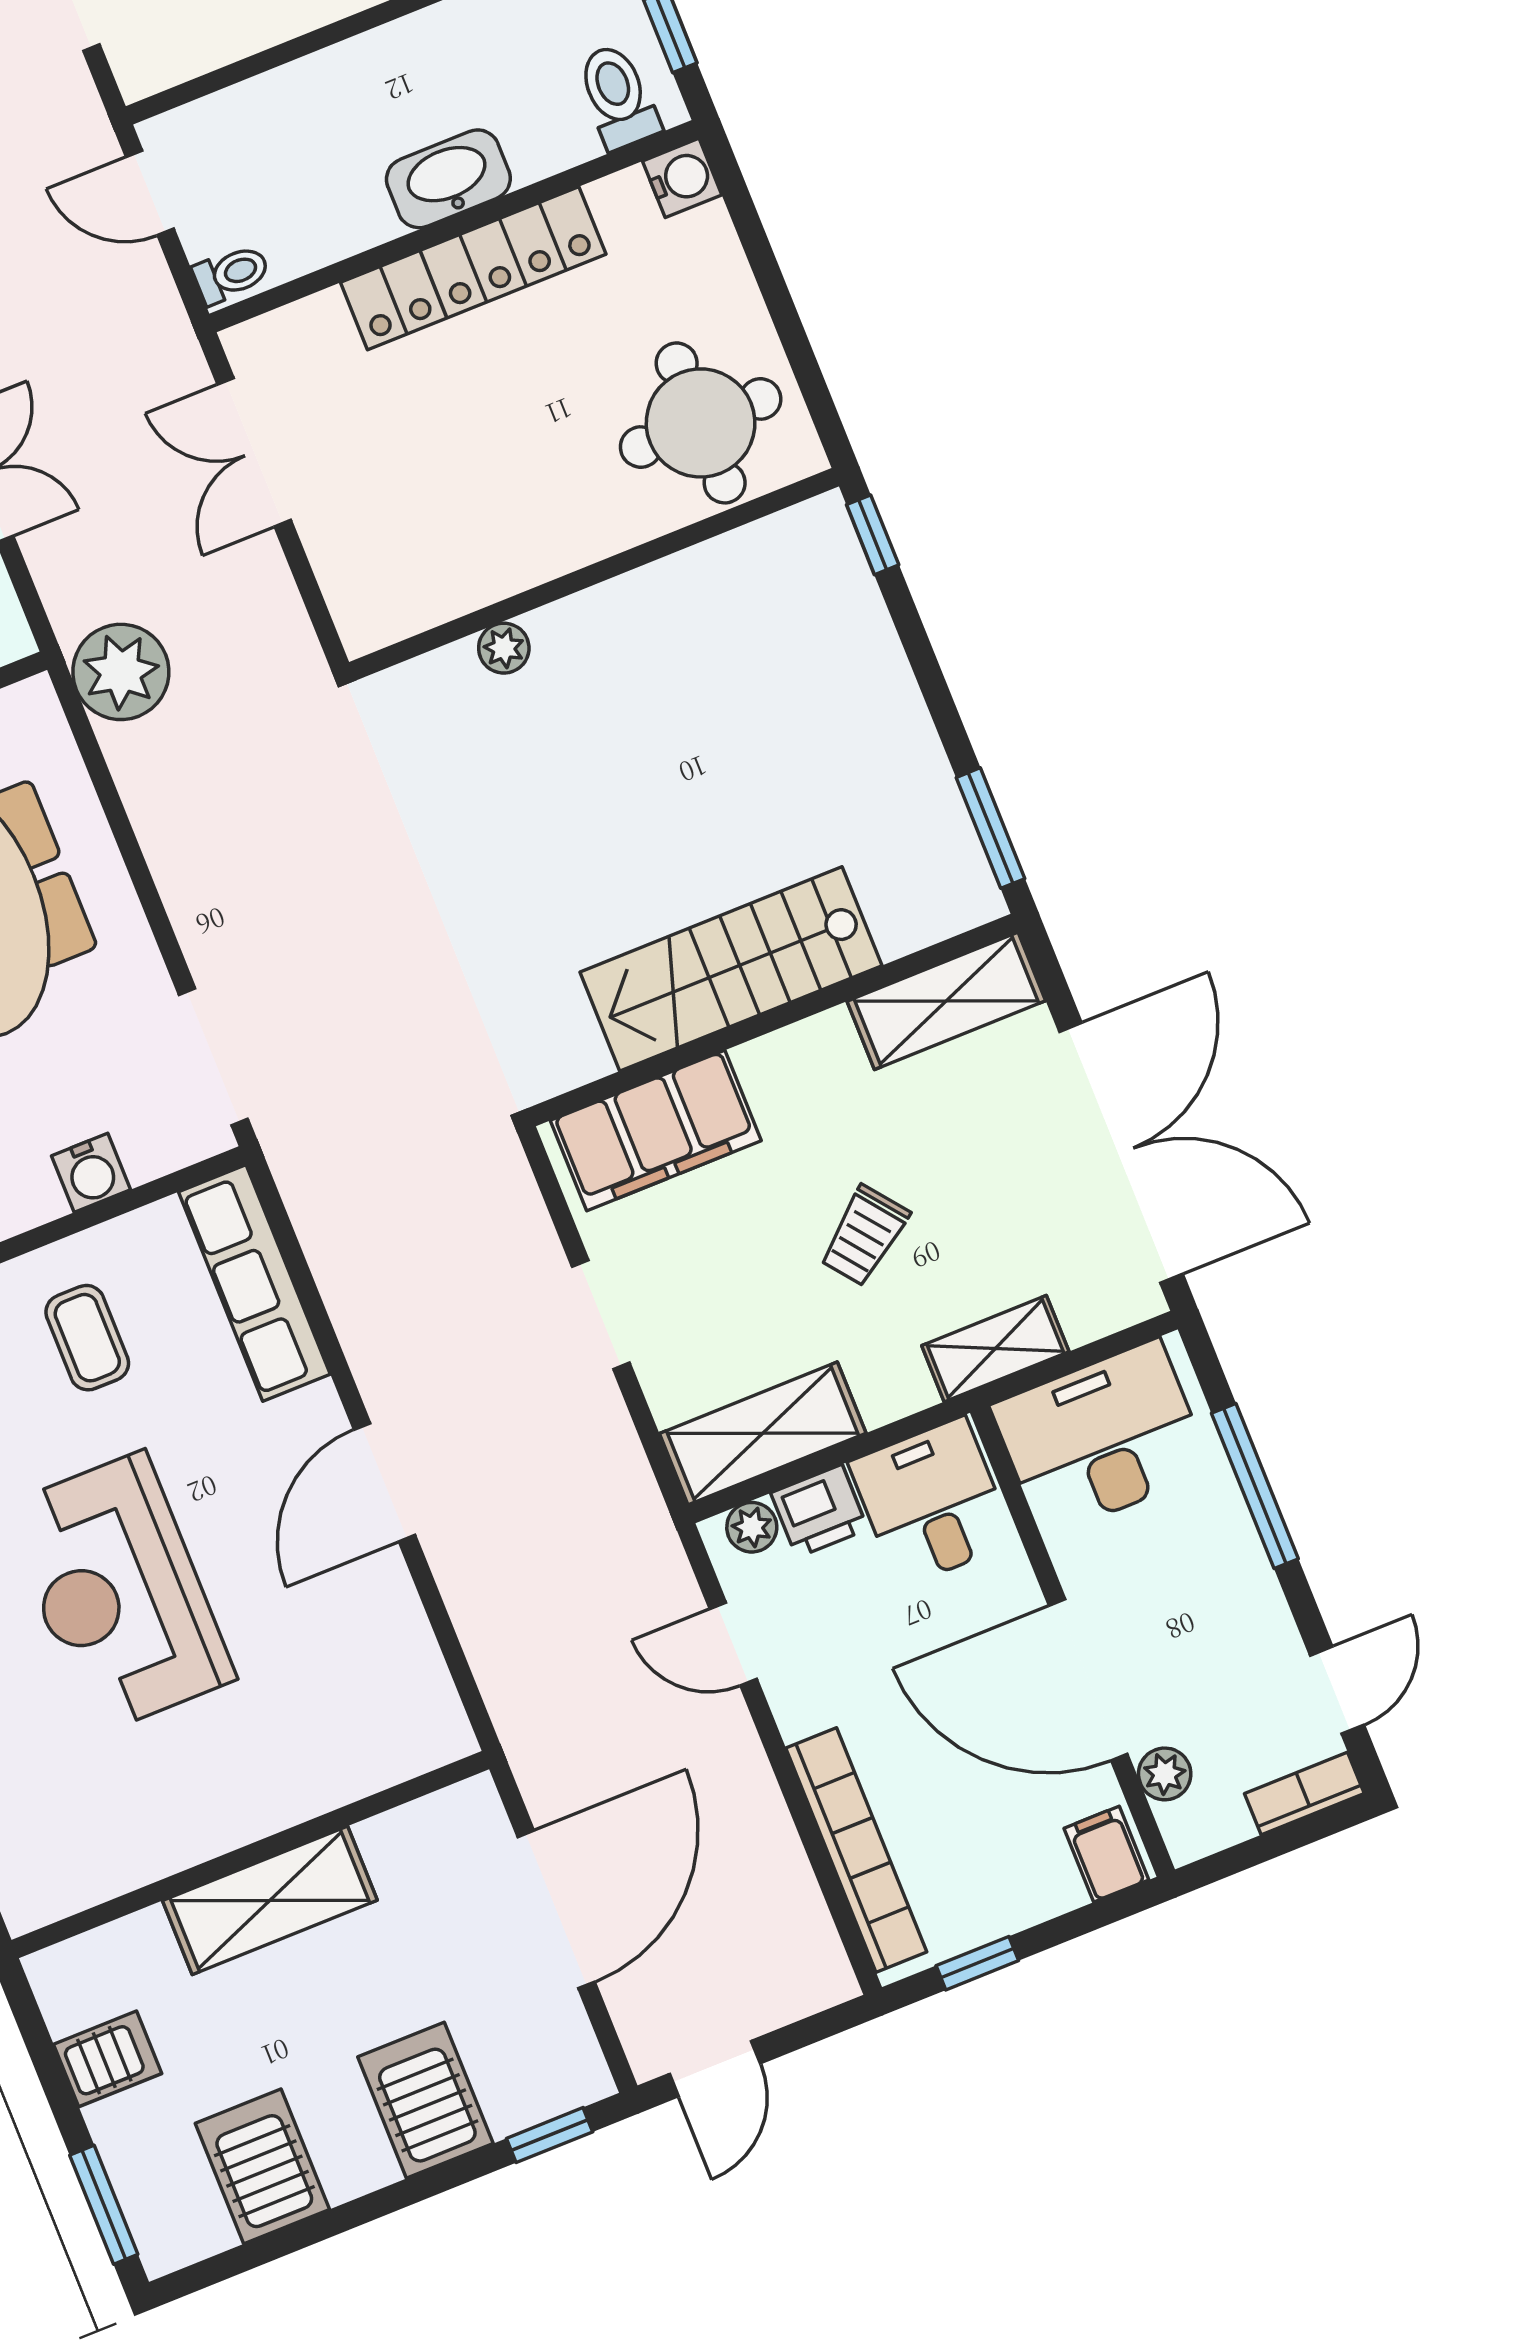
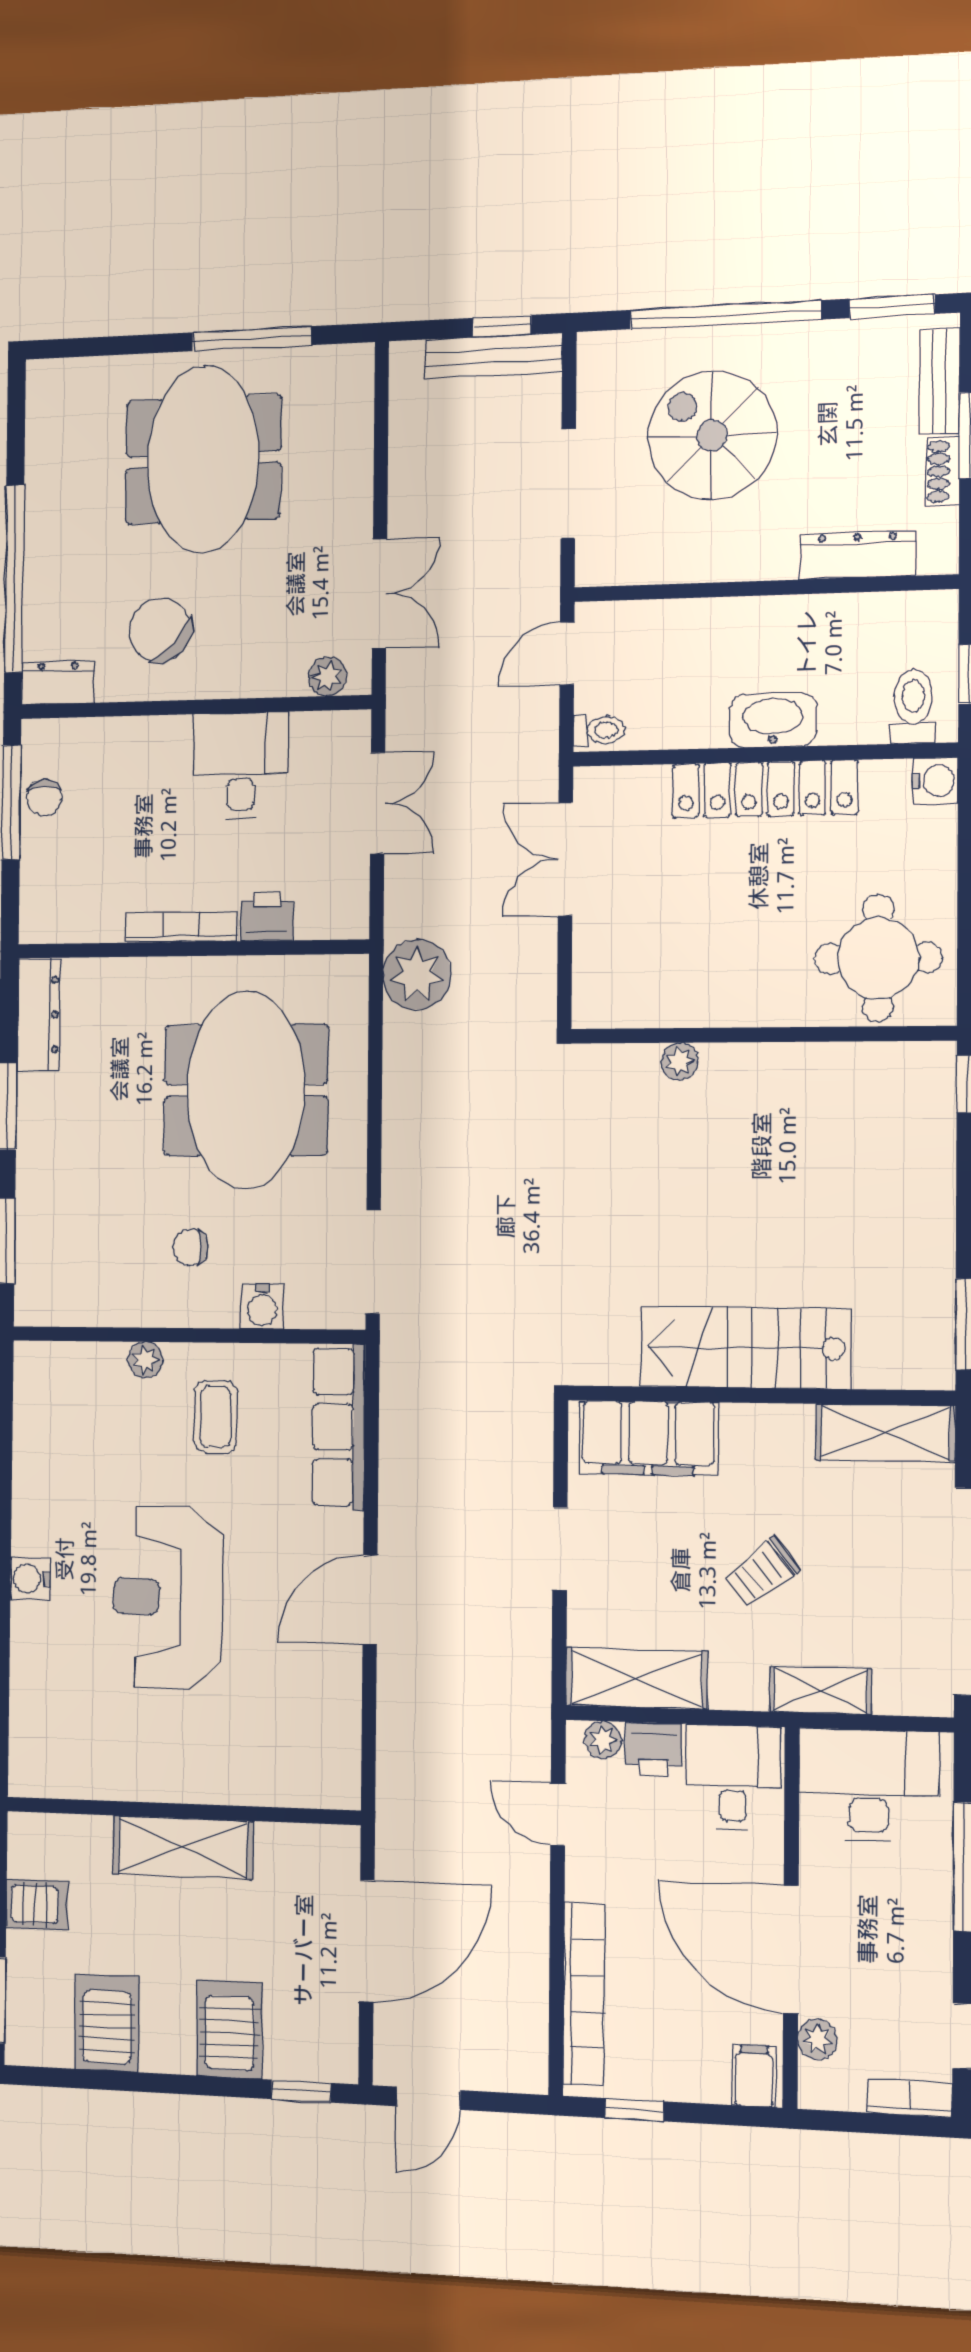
door: (150, 193) -> (567, 653), hinge flipped

